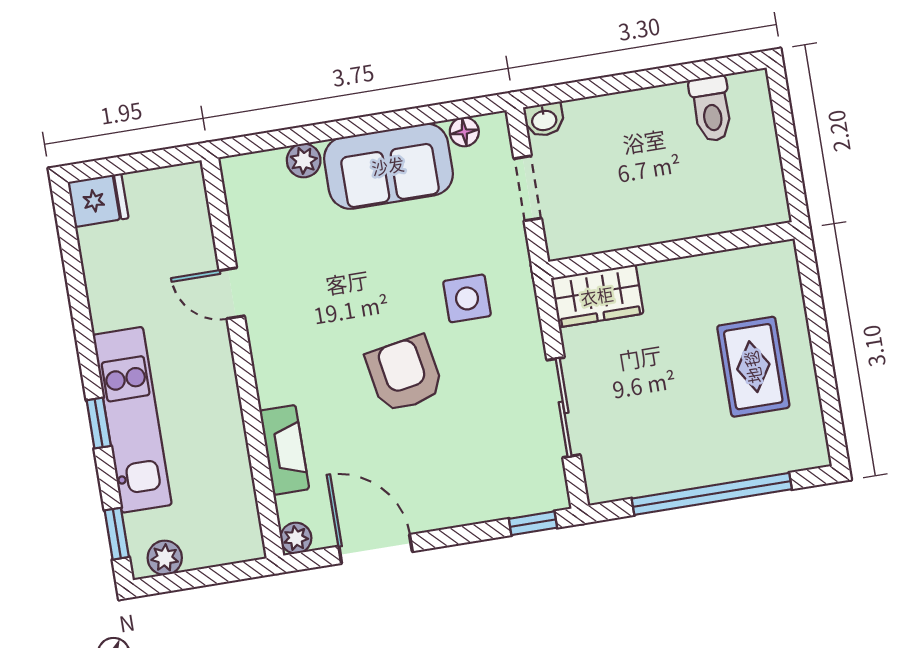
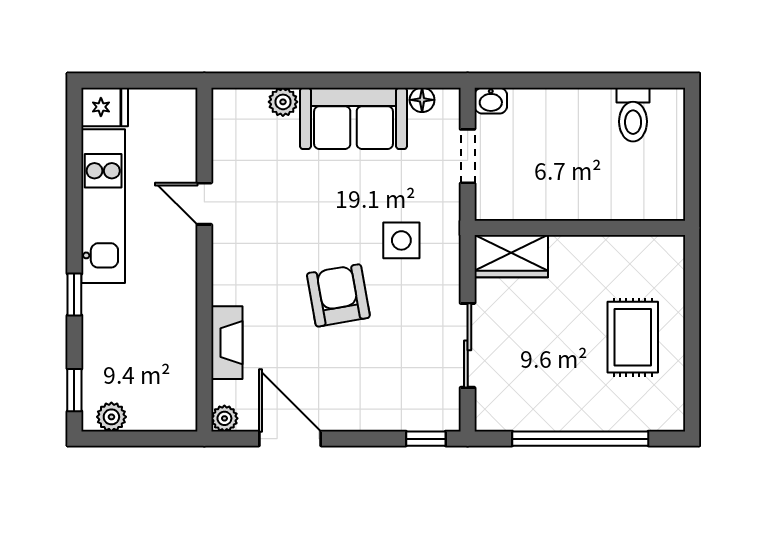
kitchen unit: (132, 420) -> (103, 206), moved

